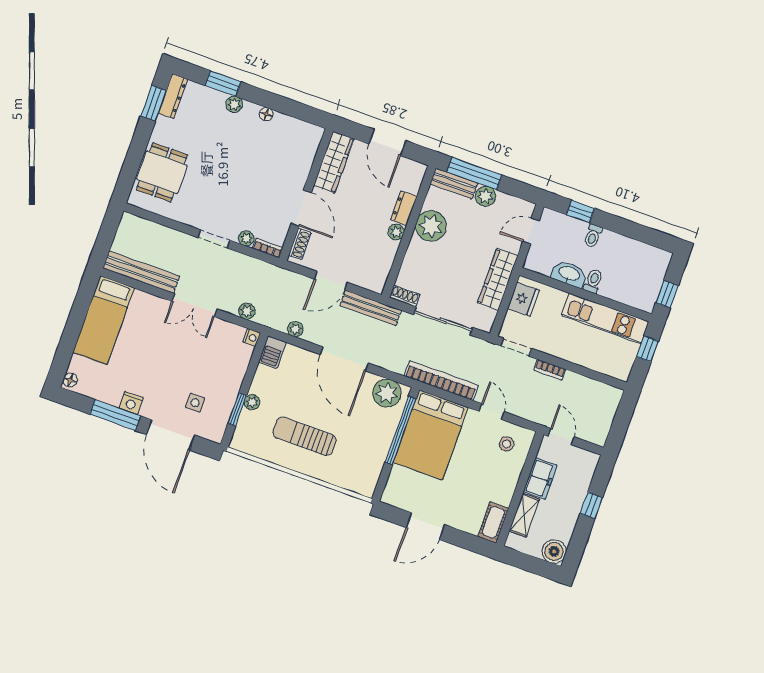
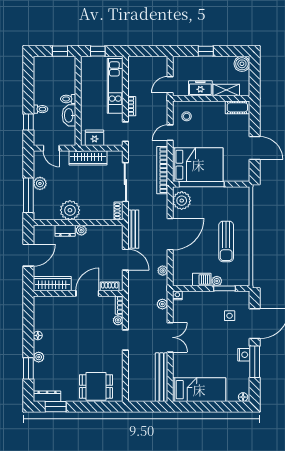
bench: (454, 183) -> (39, 206), removed
kitchen unit: (605, 318) -> (115, 86), moved, turned 180
barbecue: (272, 352) -> (202, 280), moved

